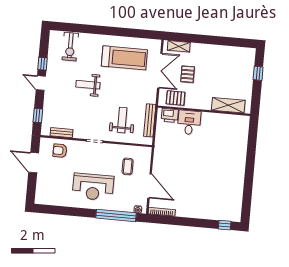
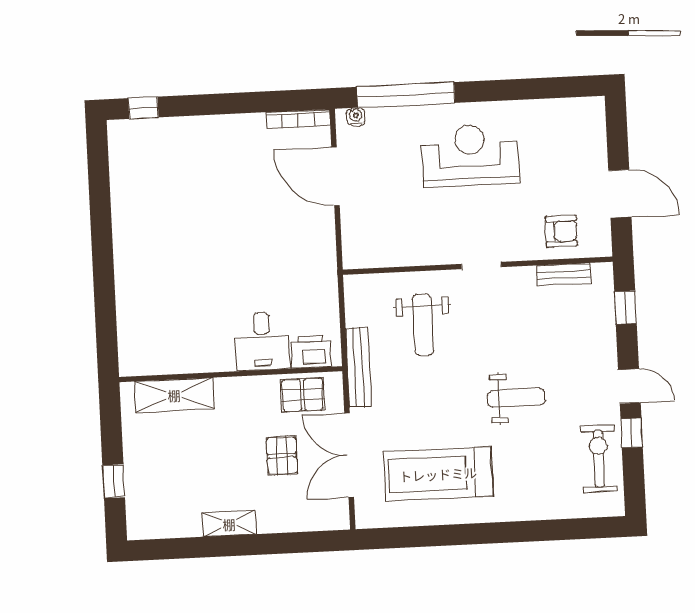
shelving: (179, 46) -> (229, 524), moved
exercise bike: (70, 47) -> (599, 459), moved
bench: (150, 120) -> (359, 367), moved
coffee table: (128, 166) -> (394, 216), removed

